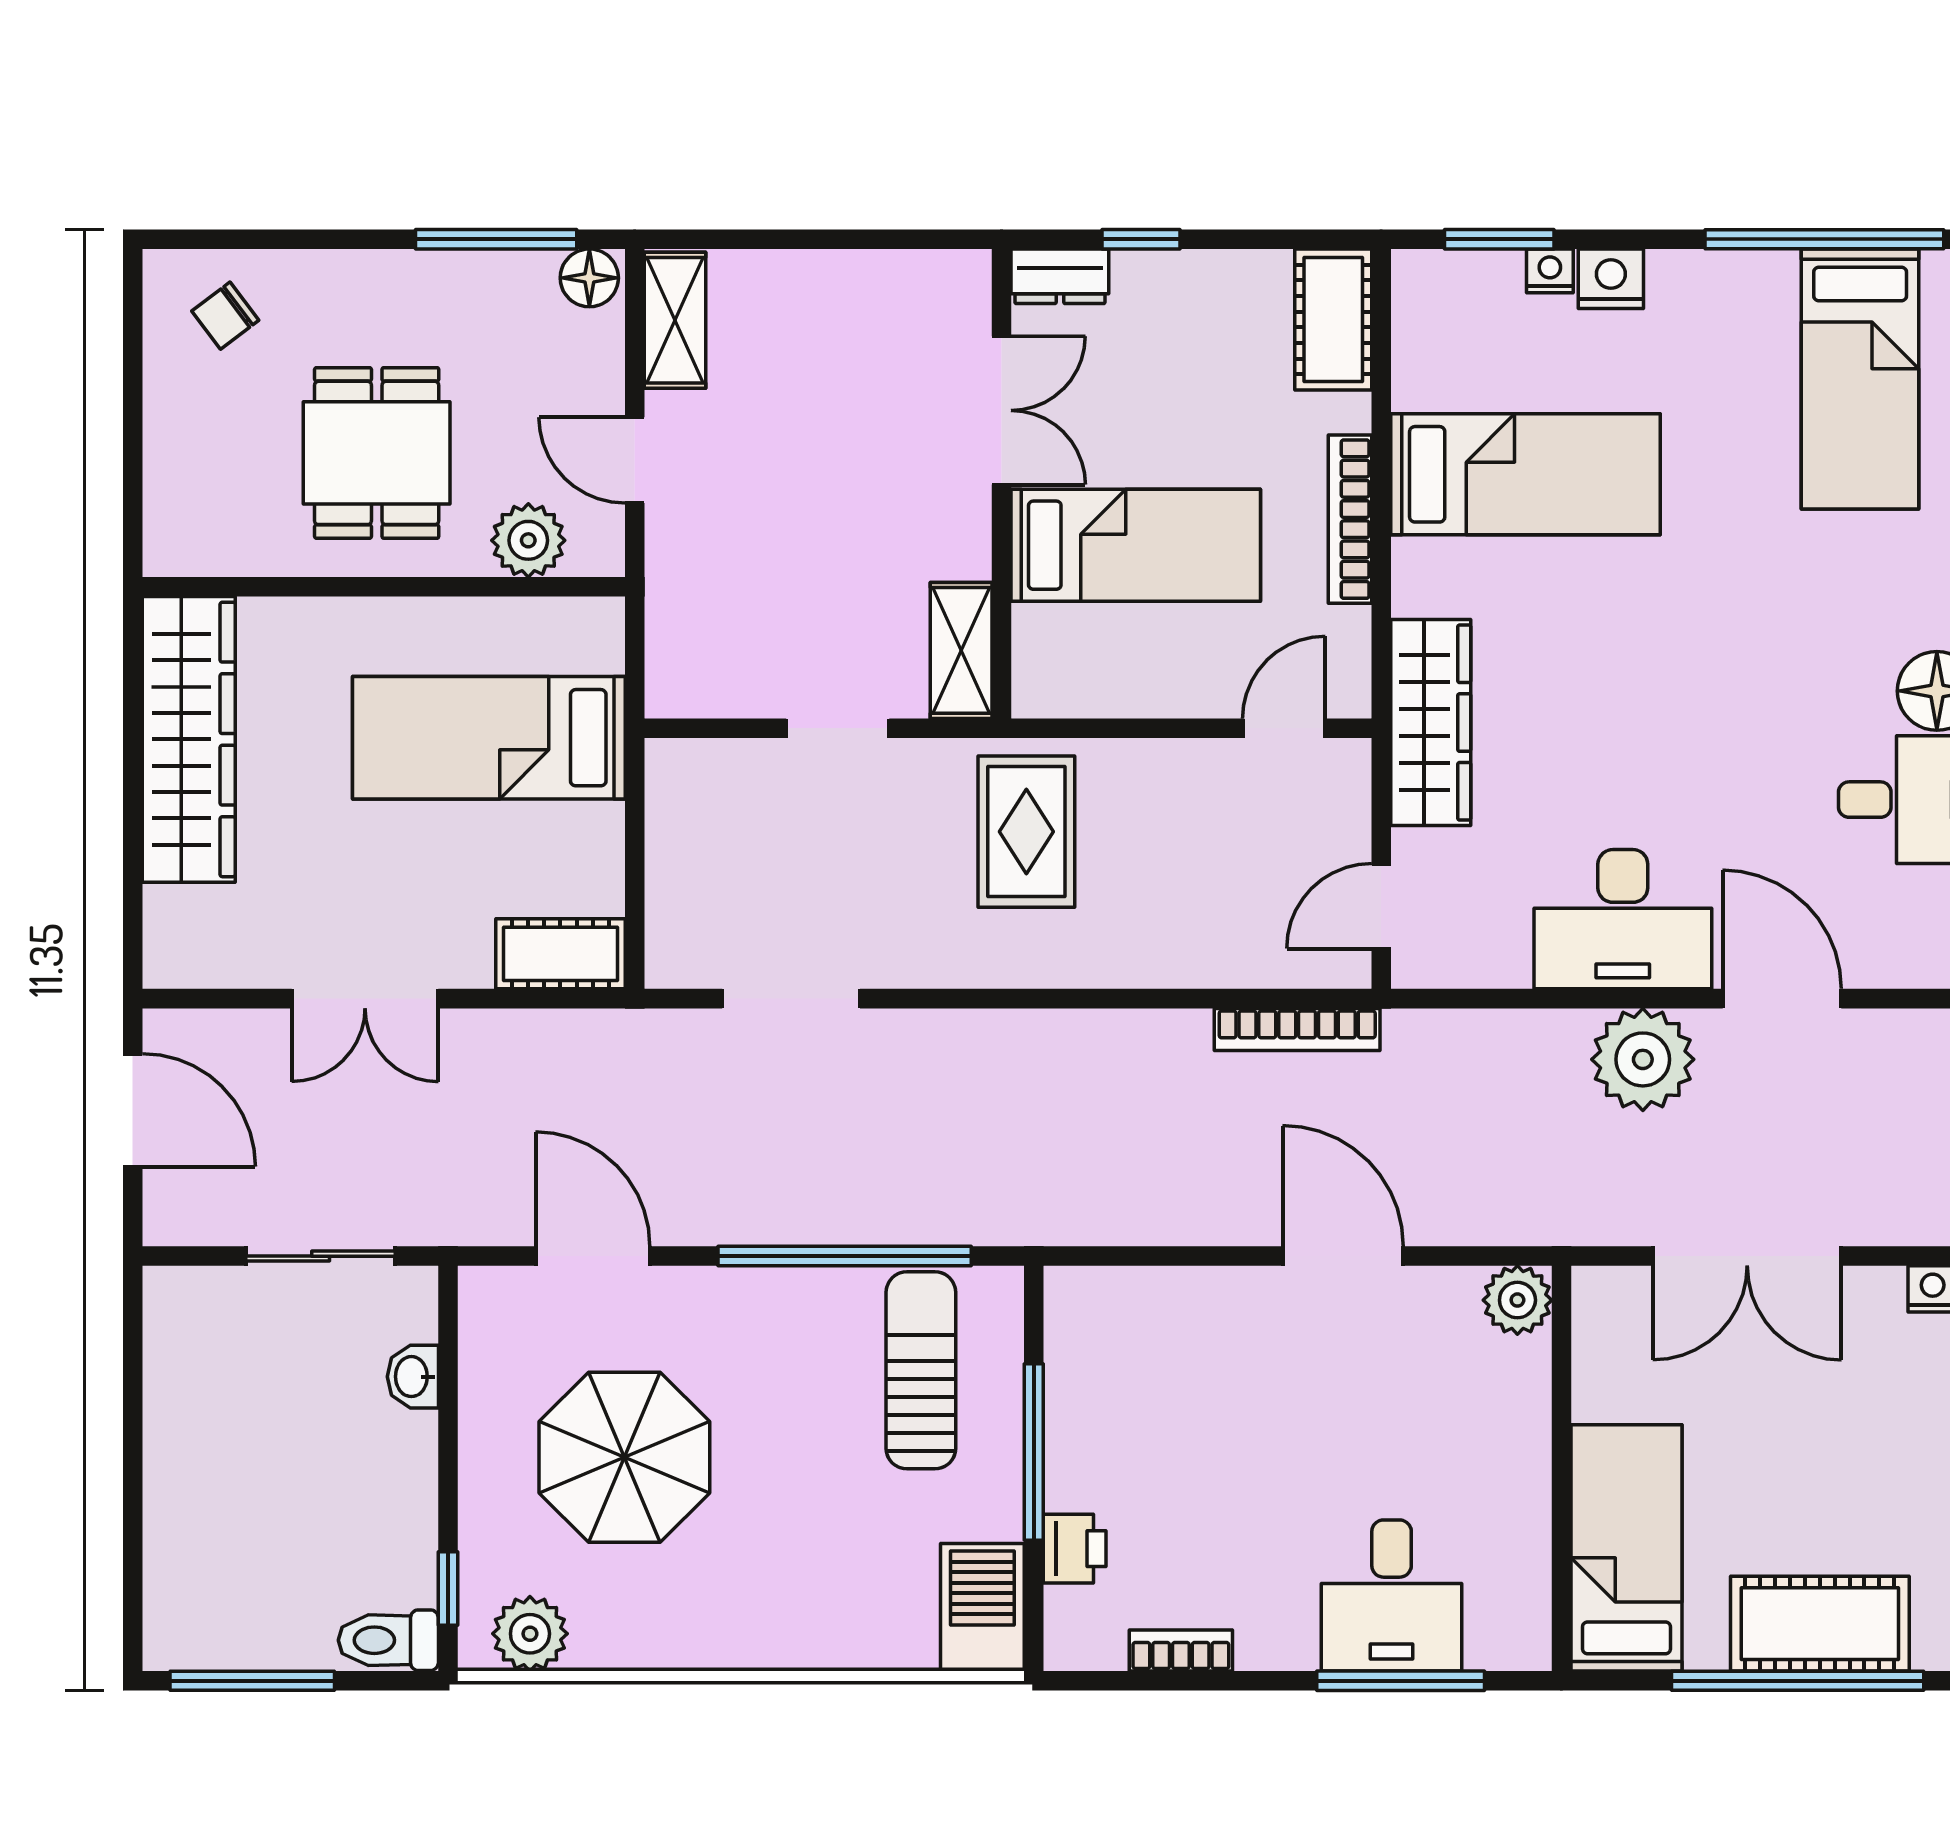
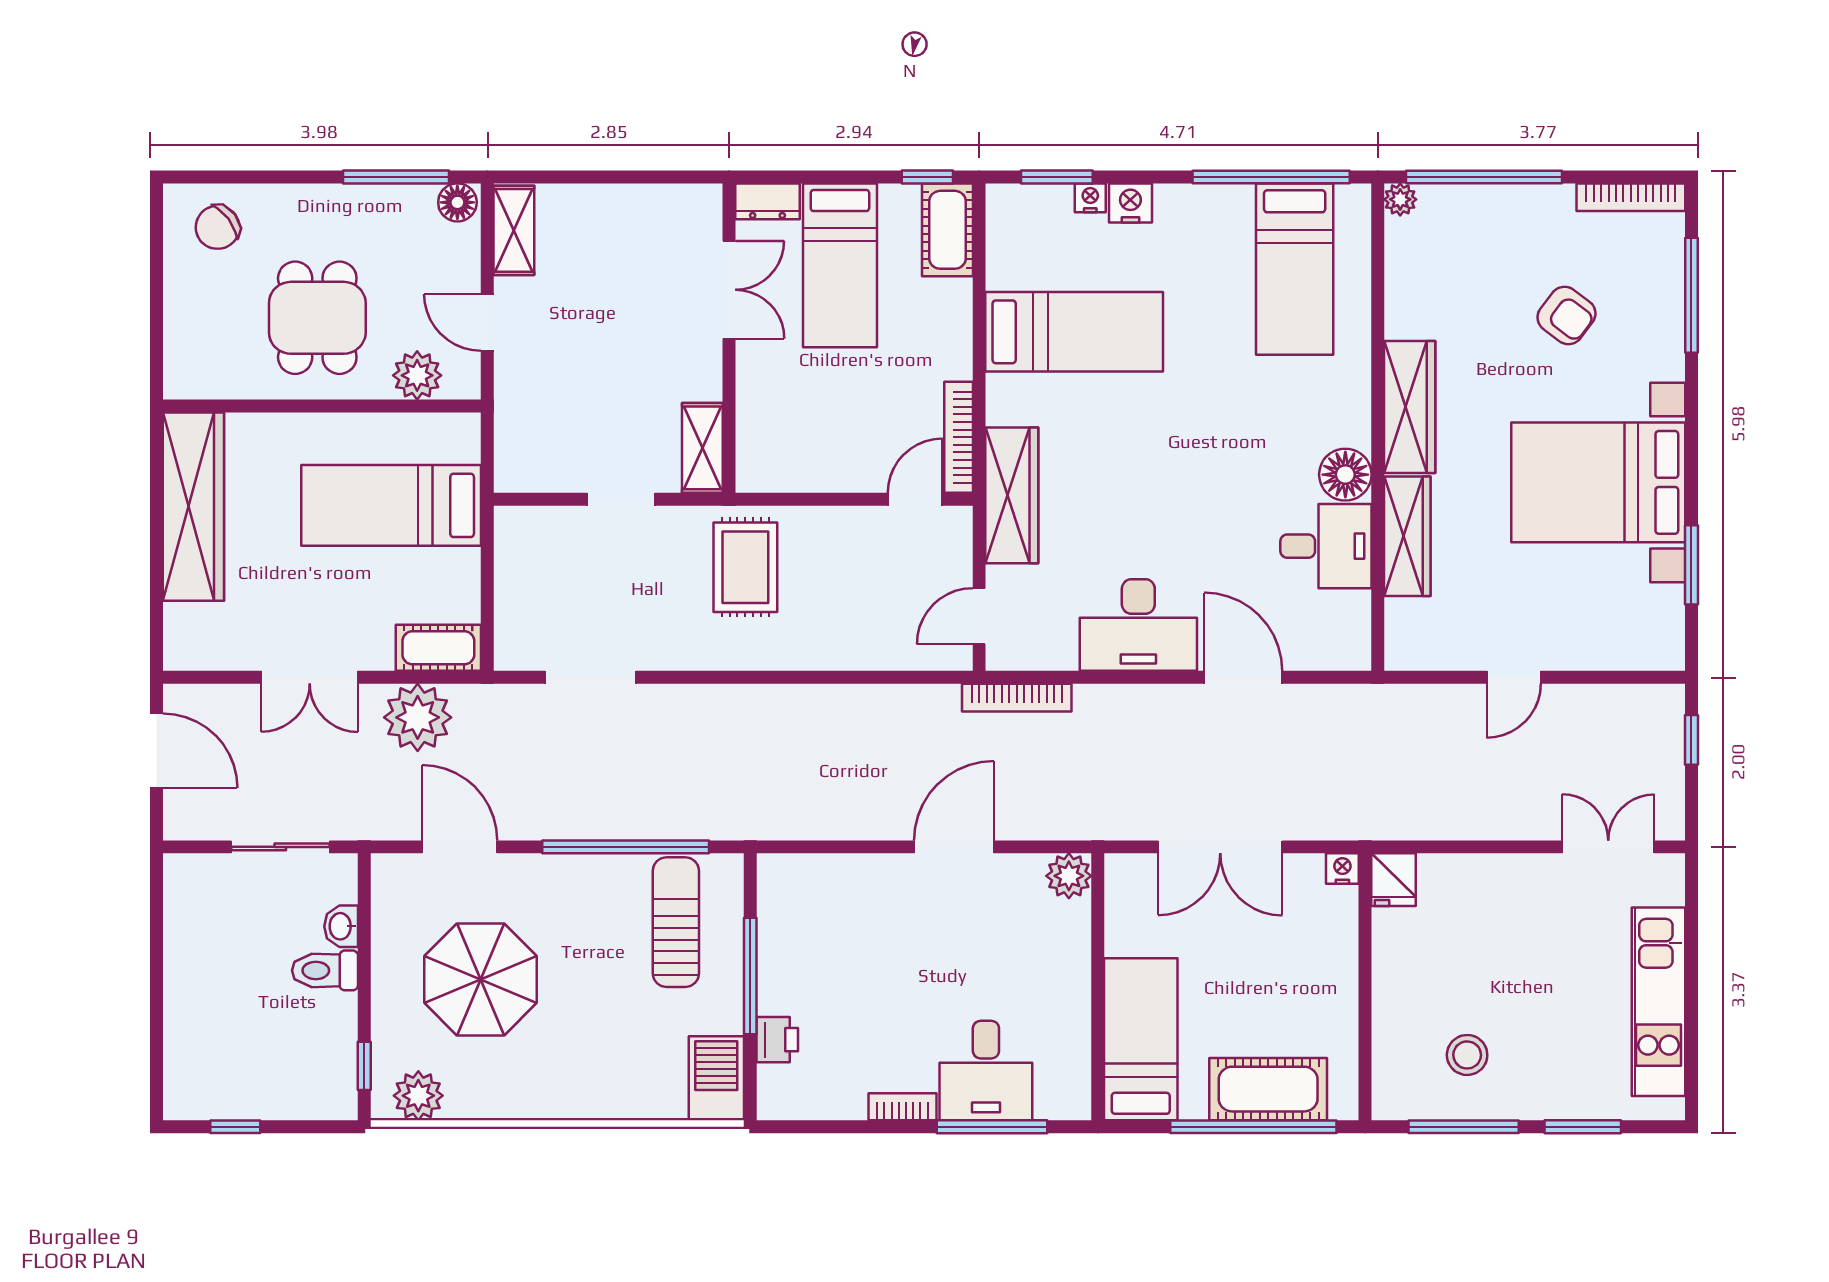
window: (1141, 239) -> (927, 177), moved
chair: (225, 316) -> (218, 227), width x1.37, depth x1.37
bookcase: (1350, 519) -> (959, 437), moved
bed: (1136, 545) -> (840, 265), moved, turned 90
bookcase: (1297, 1029) -> (1017, 698), moved
plant: (1643, 1059) -> (418, 717), moved
door: (1343, 1256) -> (954, 847), hinge flipped
toilet: (388, 1640) -> (325, 970), moved
bookcase: (1181, 1651) -> (902, 1107), moved
window: (252, 1681) -> (235, 1127), width x0.46

